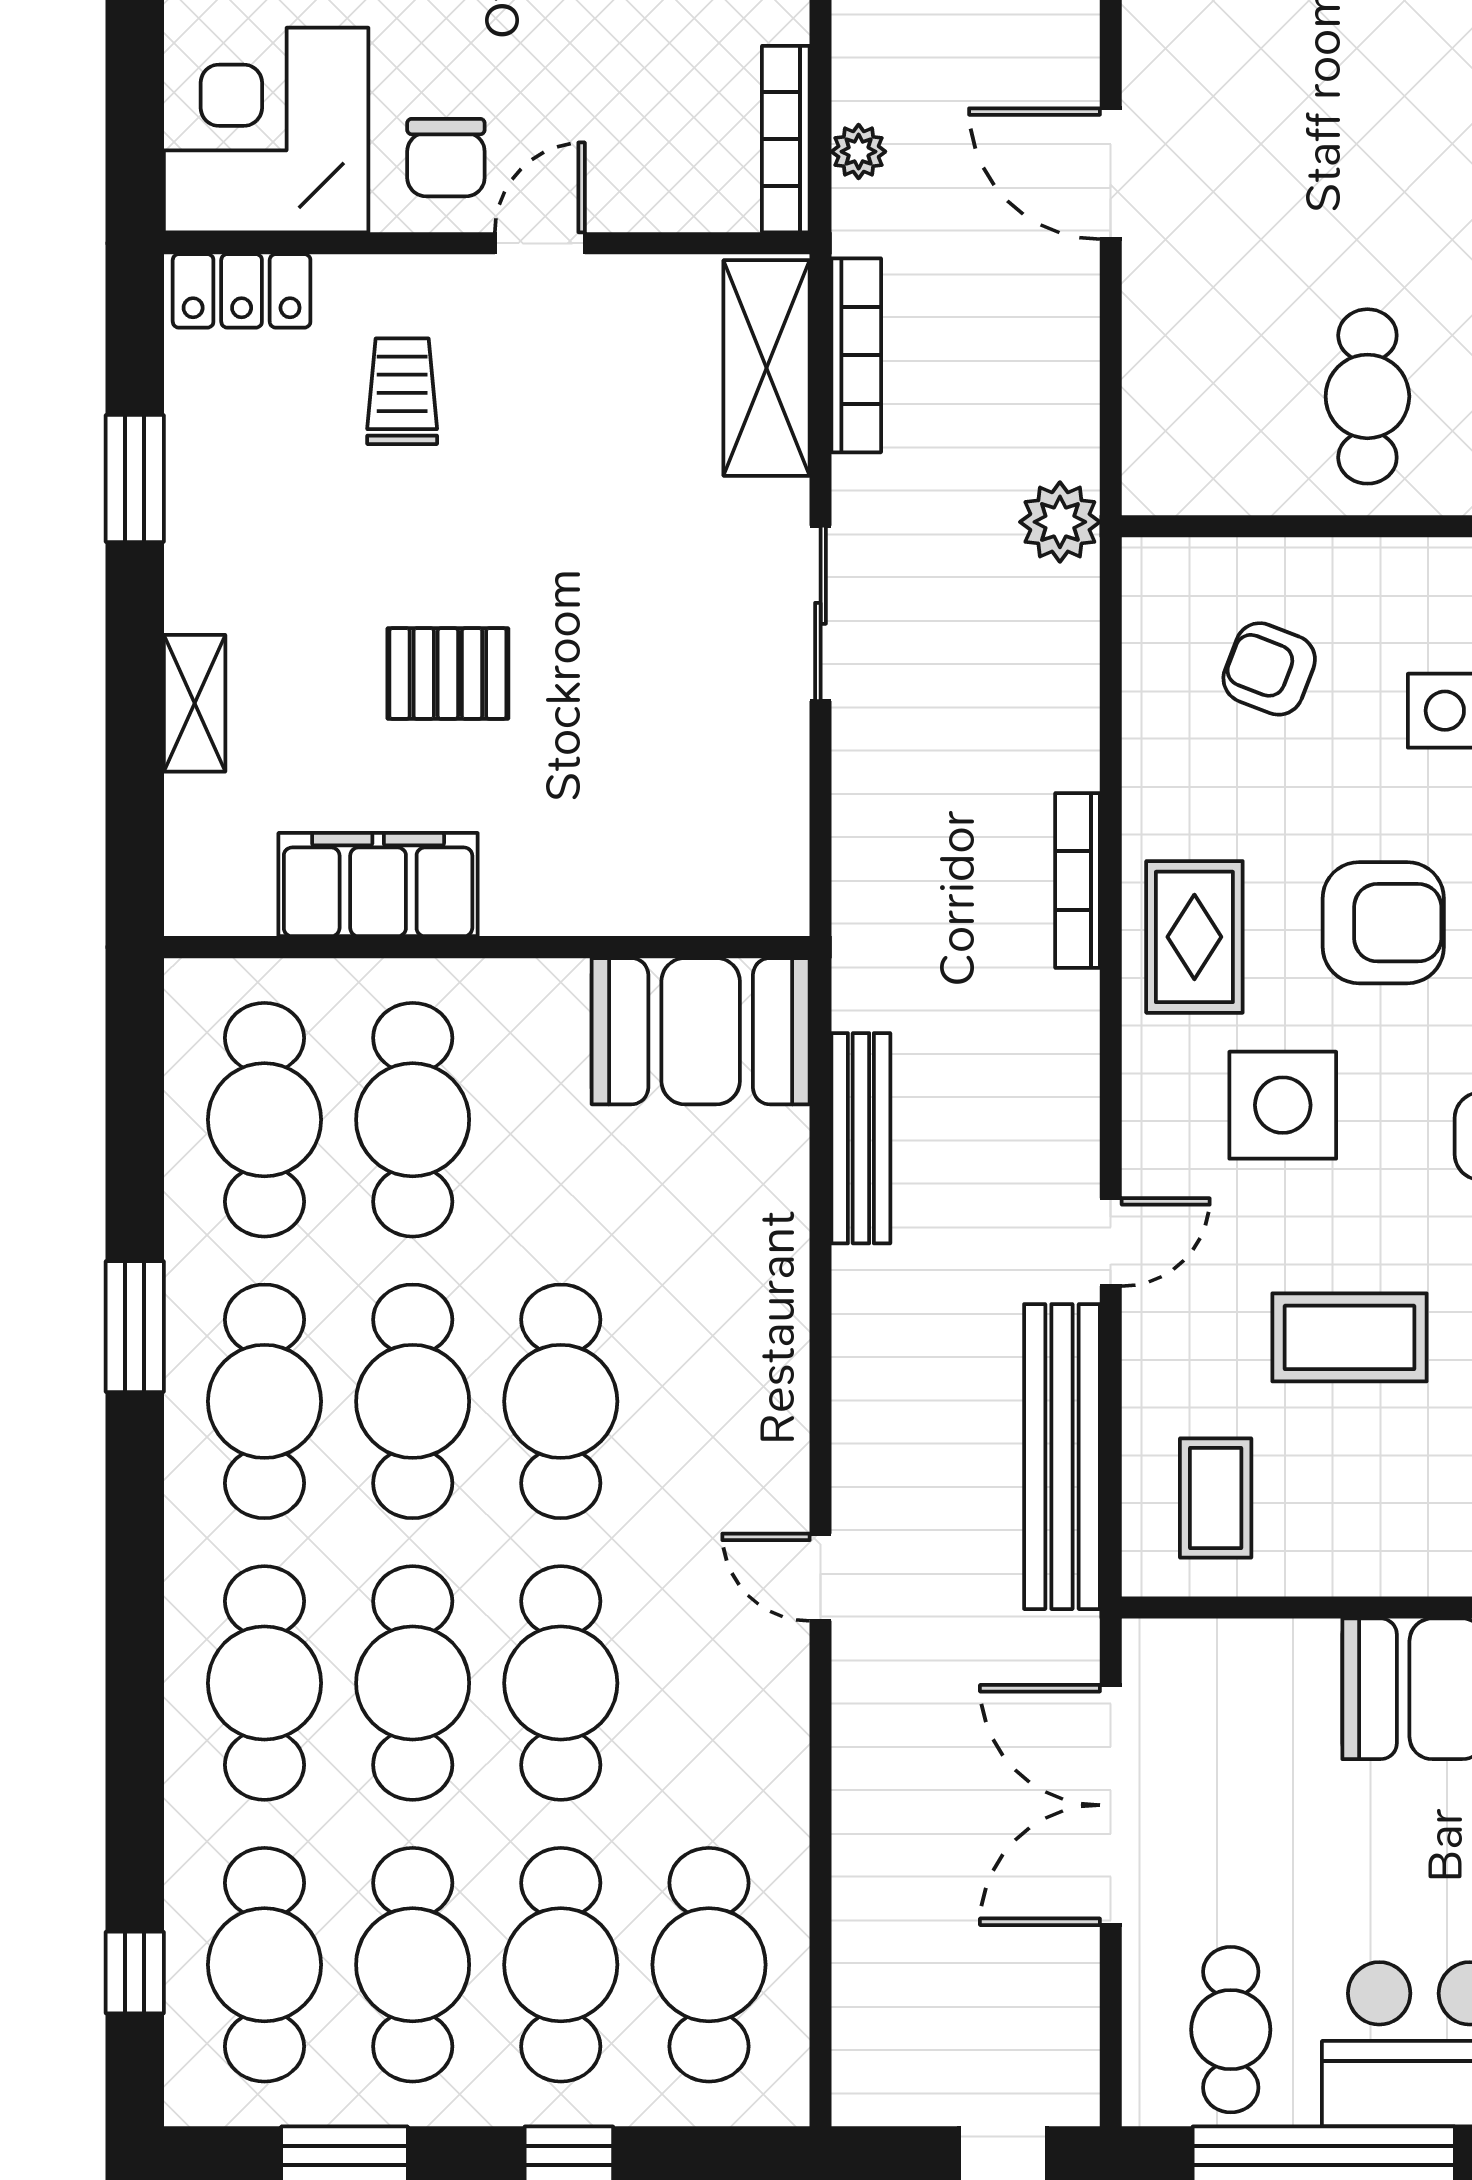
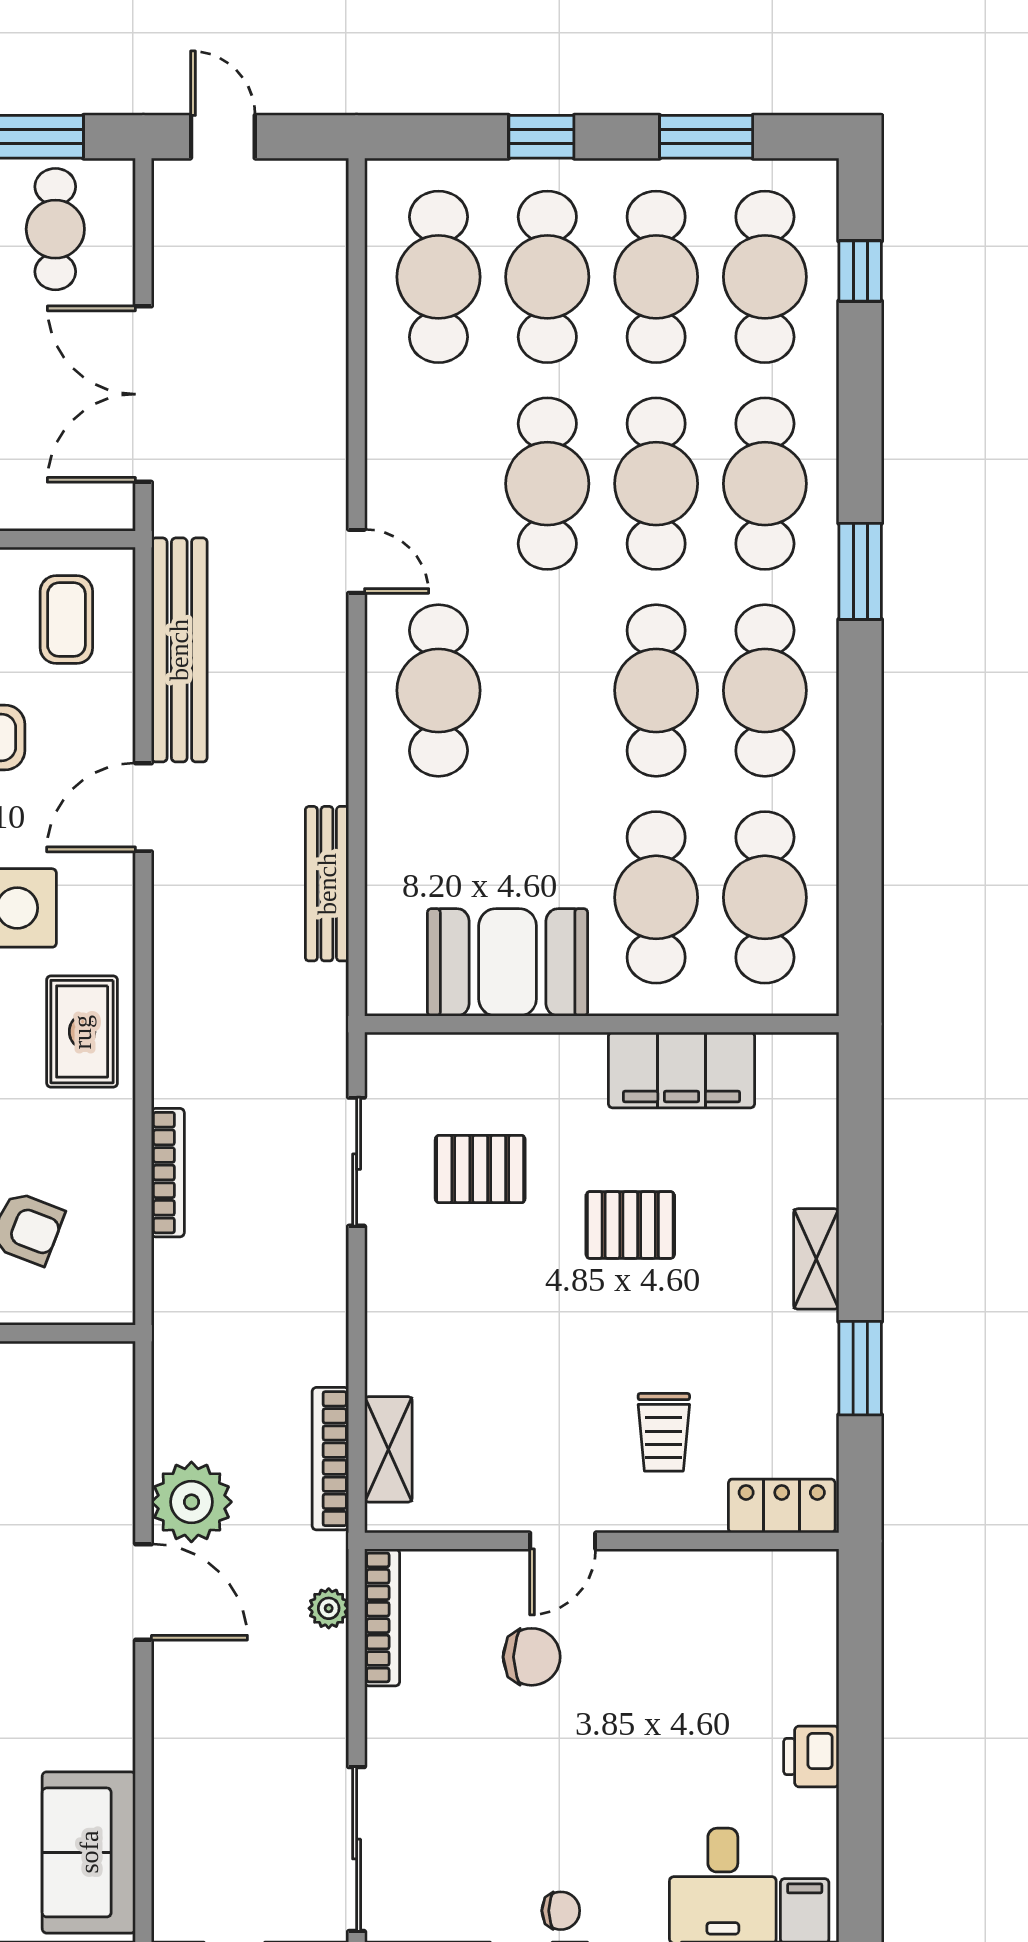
corner desk: (266, 130) -> (764, 1624), removed
chair: (446, 158) -> (532, 1657), moved, turned 90
shelving: (767, 368) -> (388, 1449), width x0.67, depth x0.75
plant: (1060, 522) -> (191, 1502), moved, width x1.36, depth x1.36
sliding door: (821, 613) -> (357, 1162), moved
shelving: (195, 703) -> (816, 1259), moved
pallet: (652, 750) -> (480, 1169), added
bookcase: (1078, 881) -> (168, 1173), moved
booth: (701, 1031) -> (508, 962), moved
door: (1111, 1242) -> (143, 807), width x1.37
window: (135, 1327) -> (860, 571), moved
cafe table: (561, 1401) -> (438, 690), moved
double door: (1111, 1805) -> (143, 394), swing flipped

